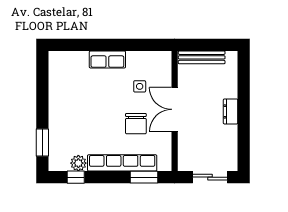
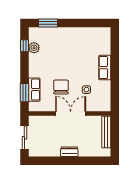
chair: (136, 124) -> (61, 87), turned 90
row of seats: (122, 163) -> (34, 90), width x0.50

